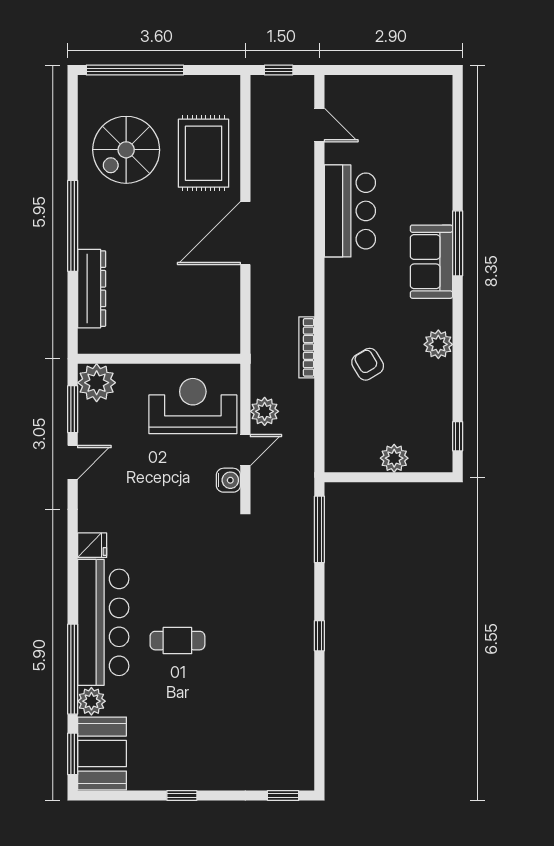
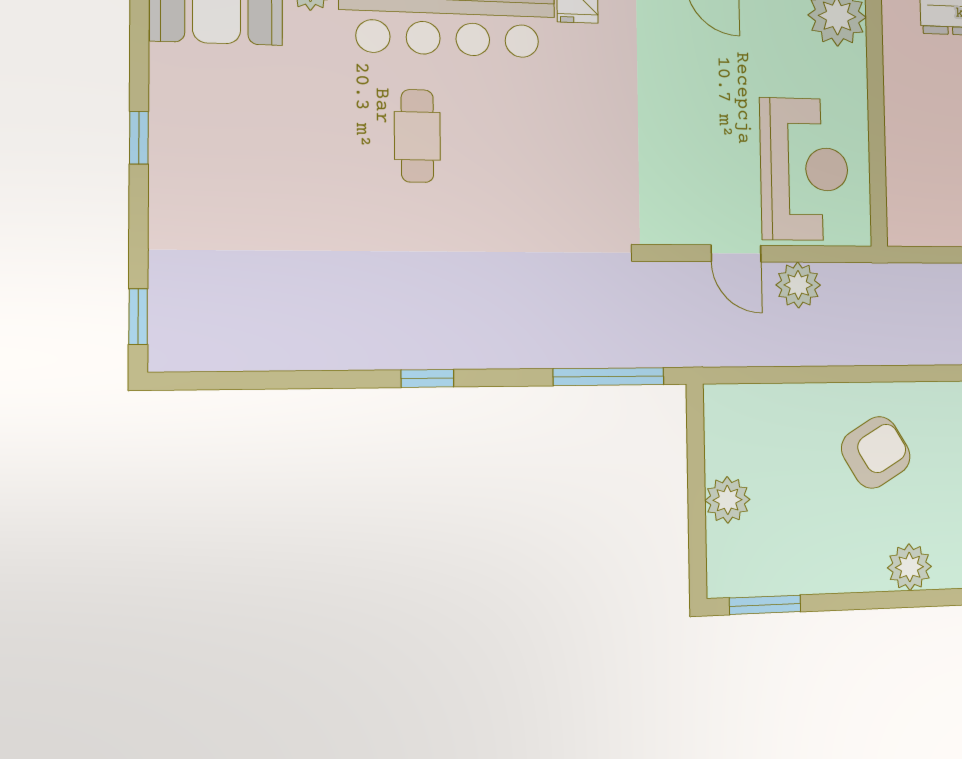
bookcase: (307, 347) -> (899, 353), removed
armchair: (368, 364) -> (876, 452), width x1.38, depth x1.38
window: (458, 436) -> (765, 605), width x1.50
water cooler: (228, 480) -> (687, 225), removed

